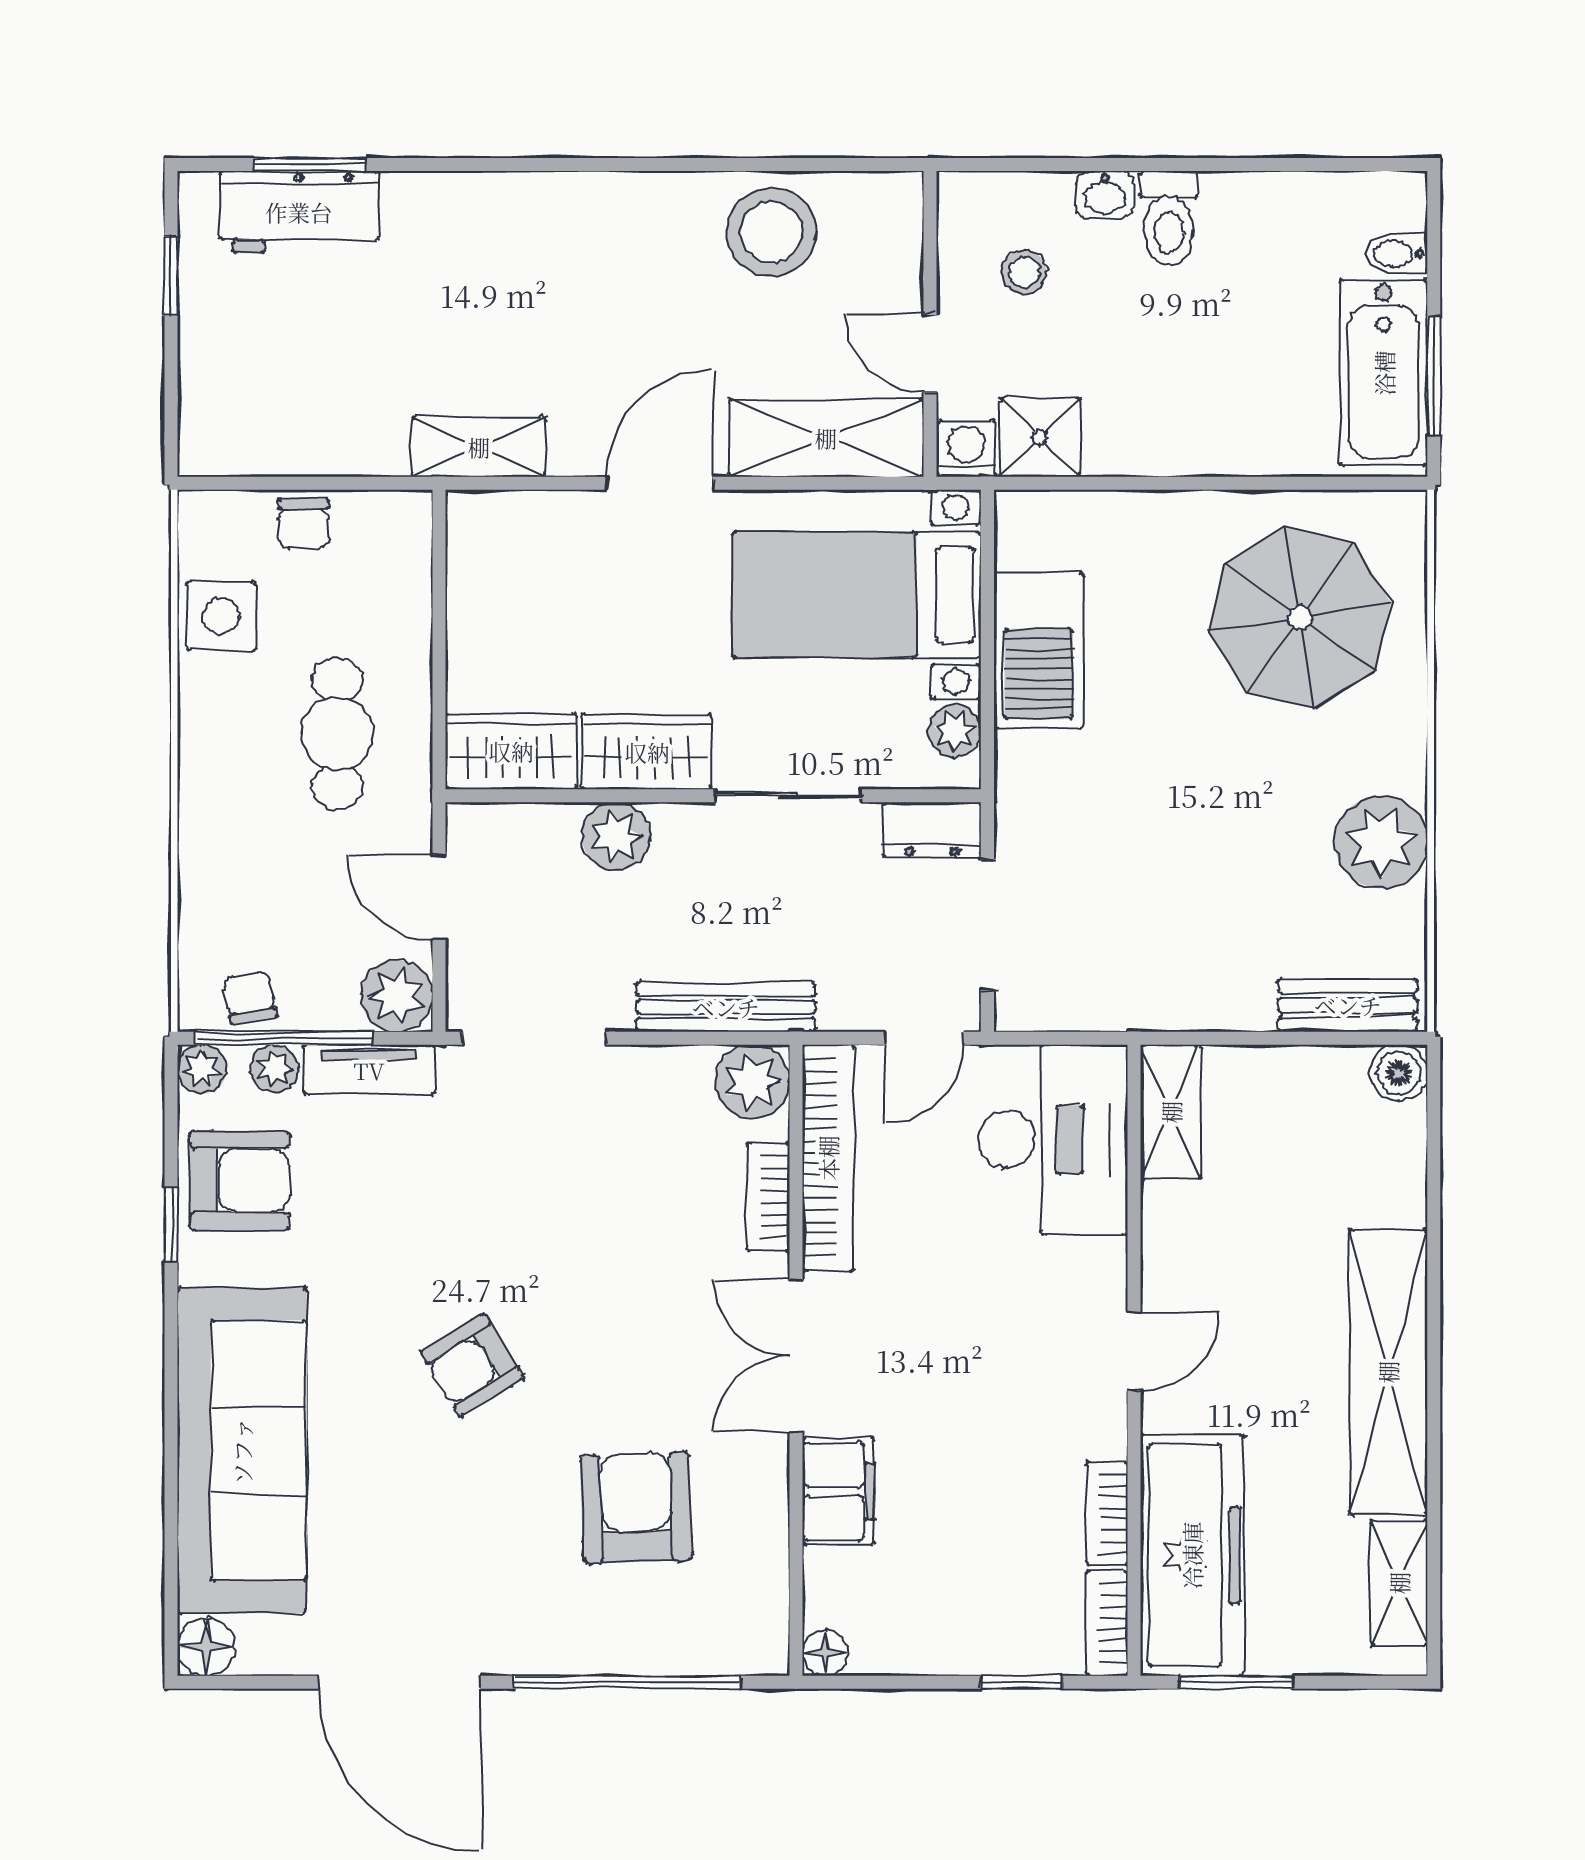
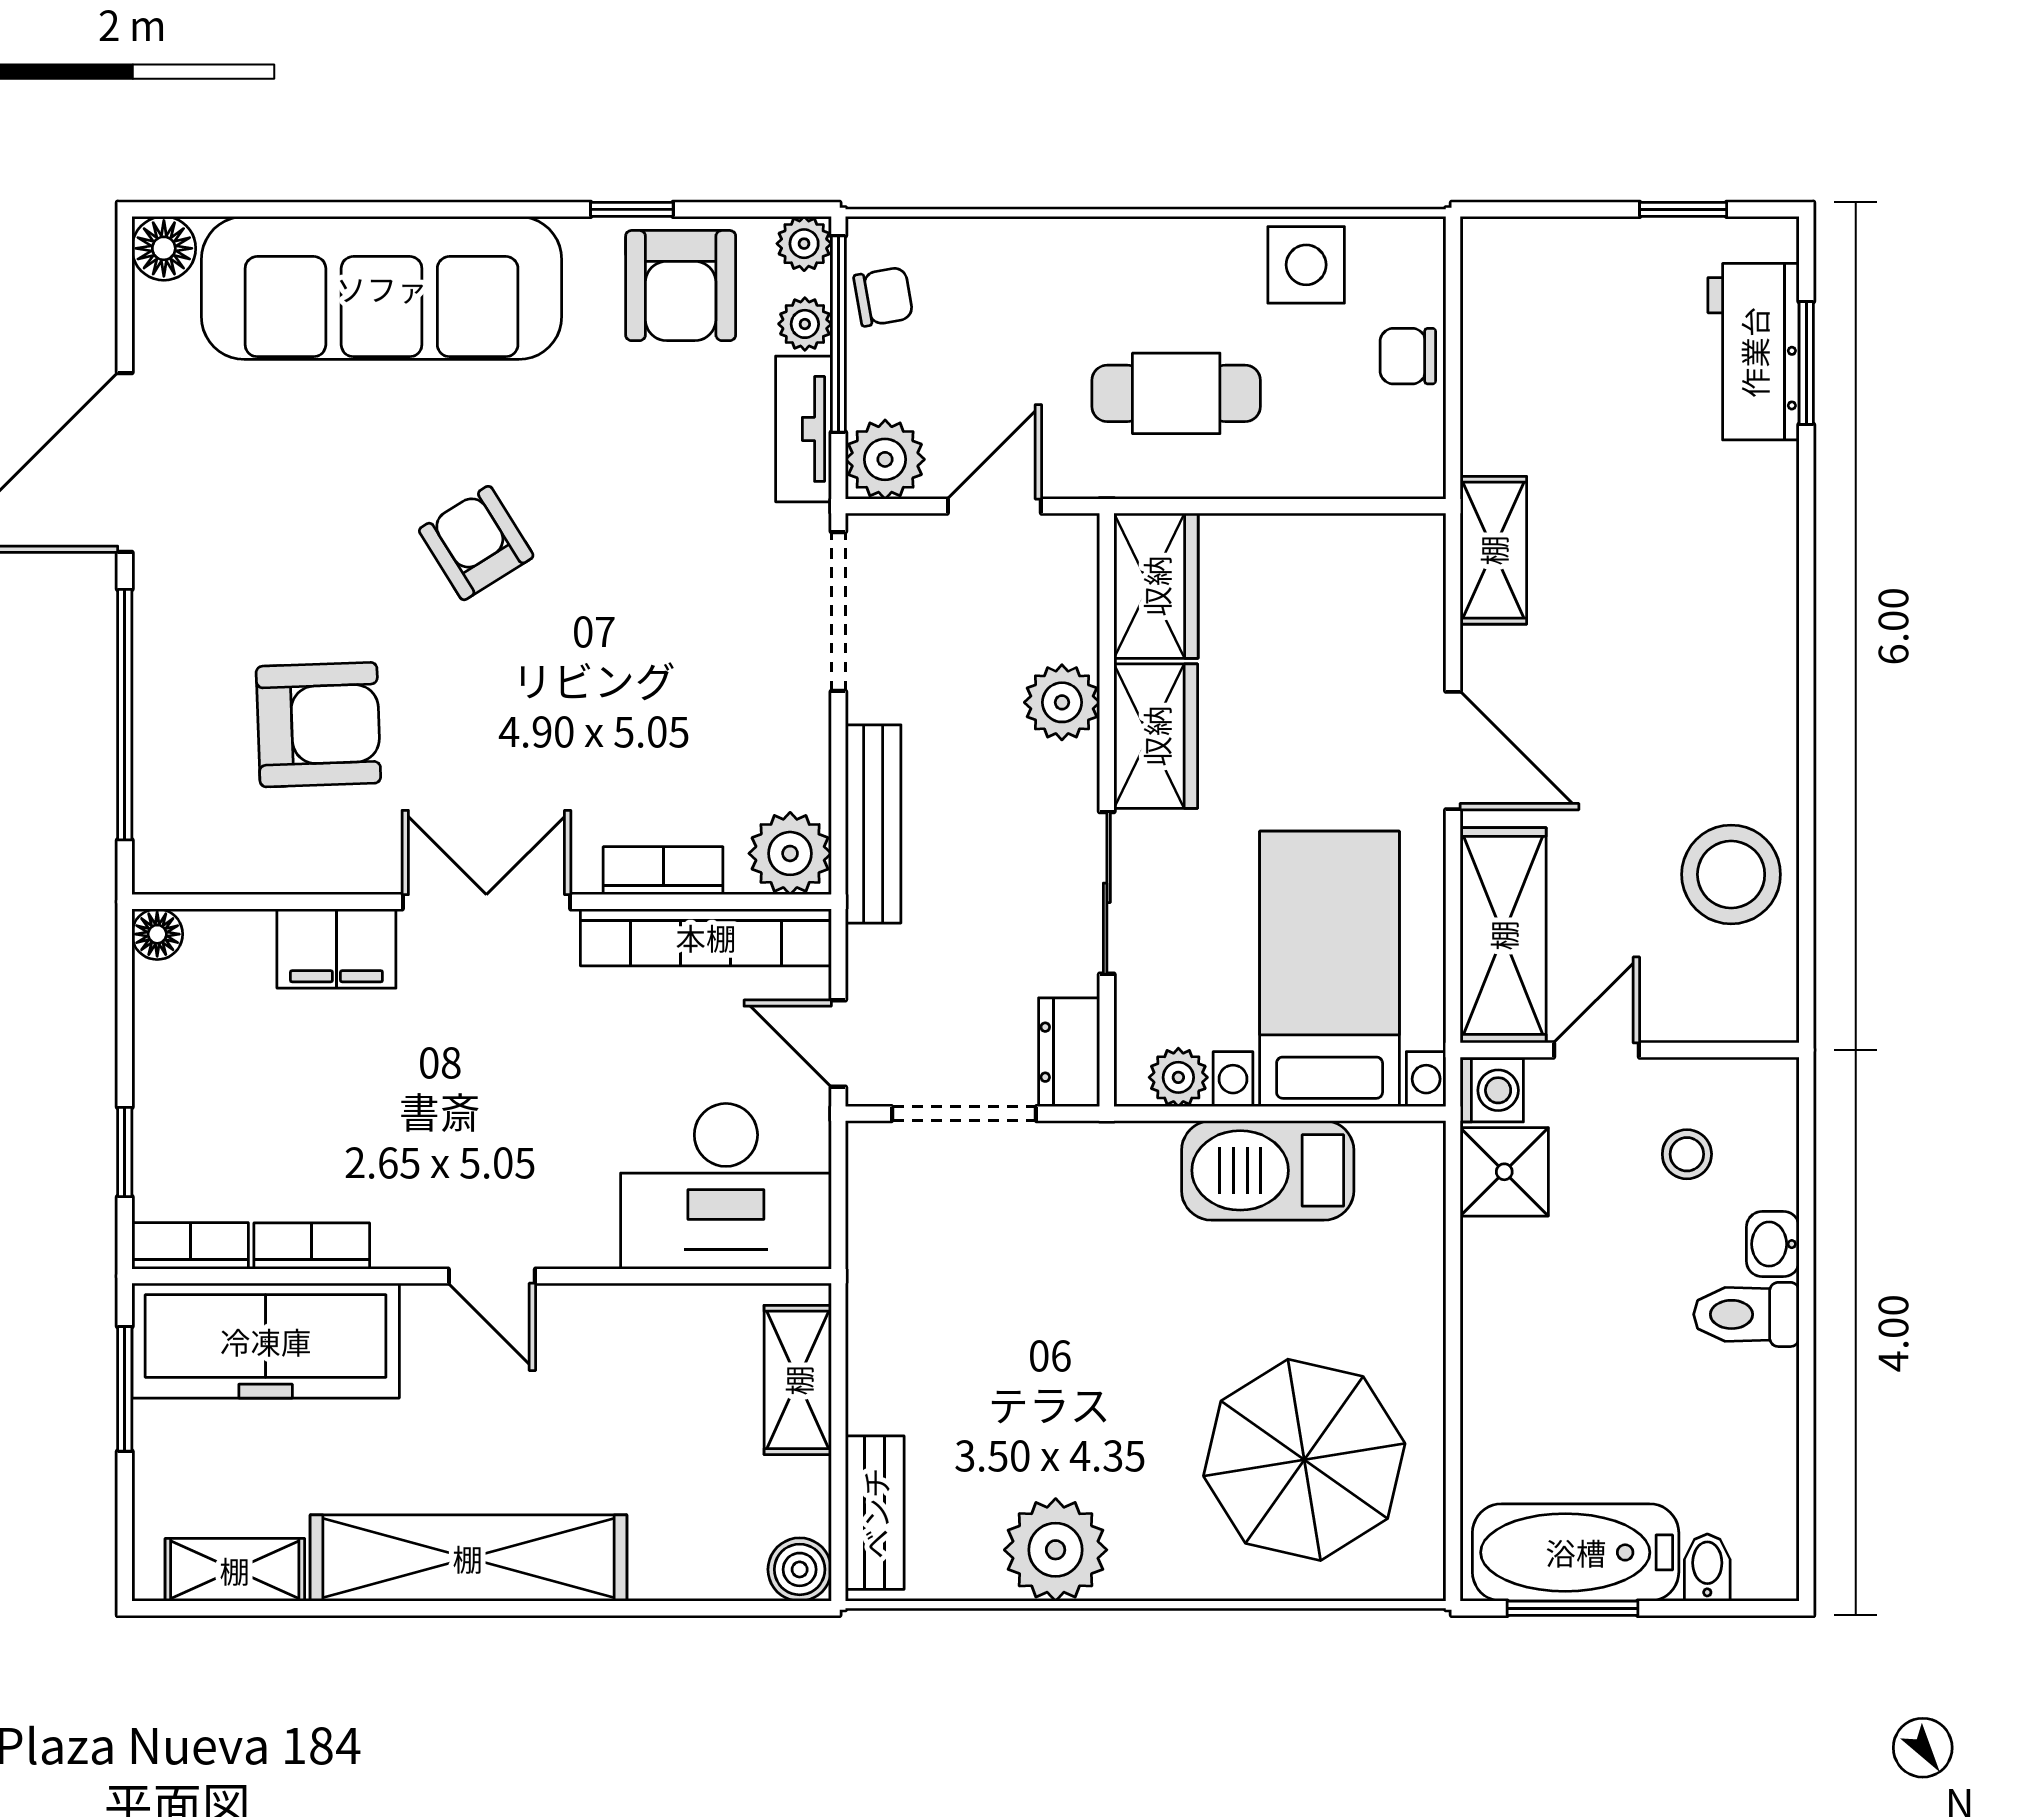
shelving: (1171, 1112) -> (798, 1380), moved, turned 90

